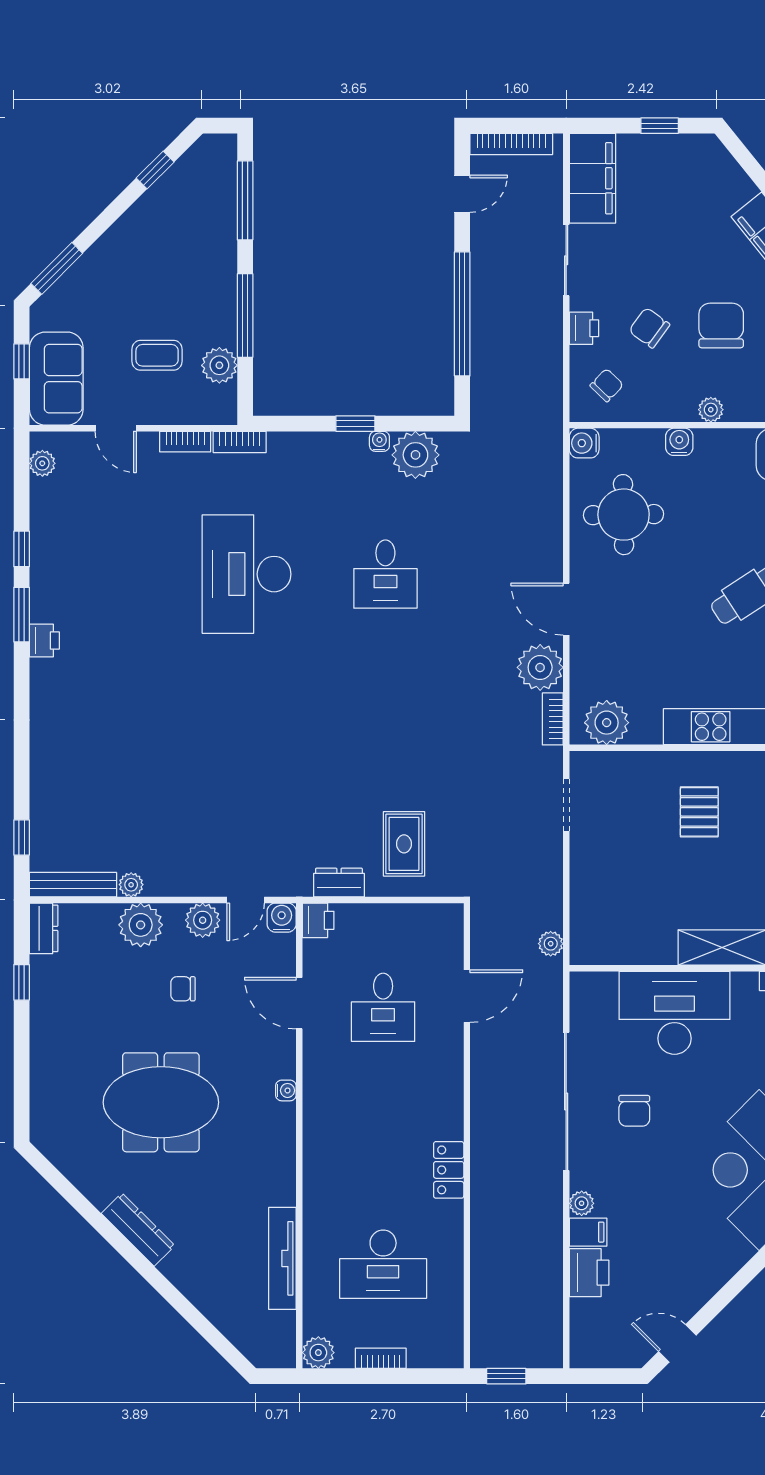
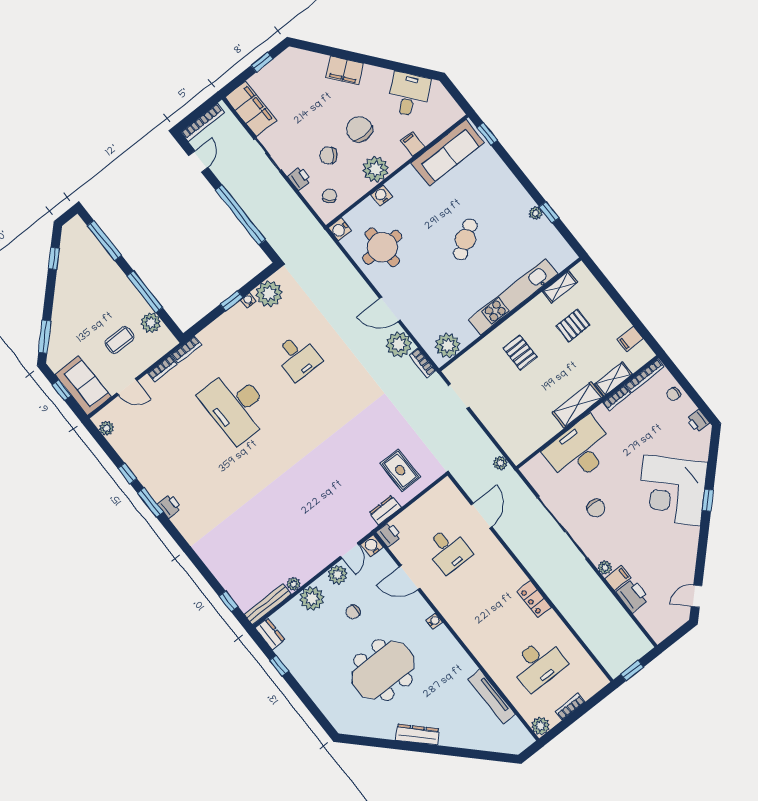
plant: (711, 410) -> (376, 169), width x1.87, depth x1.87

